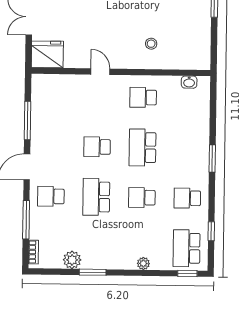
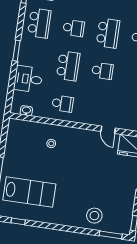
door: (100, 72) -> (108, 130), moved
desk: (192, 124) -> (28, 79), added
school desk: (187, 198) -> (39, 23), width x1.85

